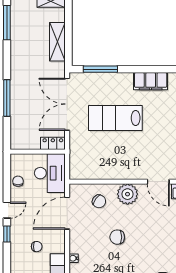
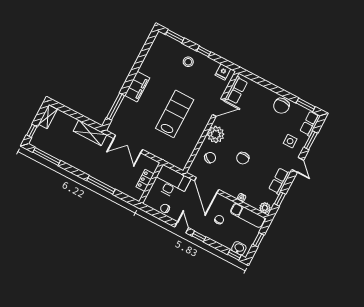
shelving: (57, 42) -> (90, 133), moved
filing cabinet: (151, 81) -> (137, 87), moved
double door: (67, 104) -> (128, 144), width x0.73
lab bench: (115, 118) -> (175, 114), moved, turned 180
locker: (53, 143) -> (145, 180), moved

